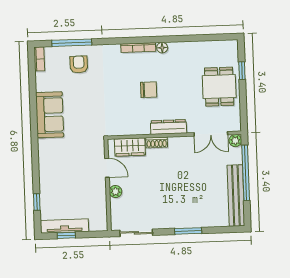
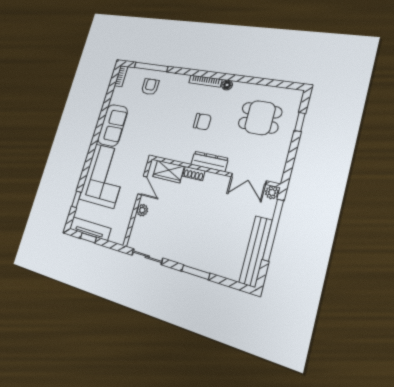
dining table: (219, 87) -> (260, 118), moved, turned 90
corner sofa: (61, 169) -> (104, 176), added

